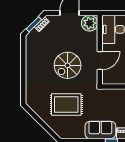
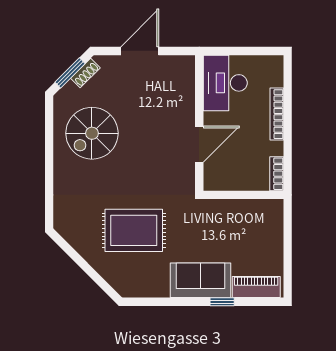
plant: (90, 23) -> (179, 71), removed
spiral stairs: (68, 65) -> (92, 133), moved

